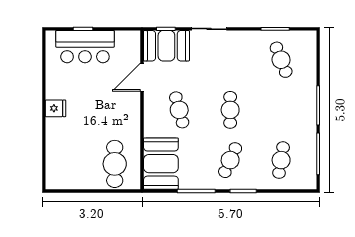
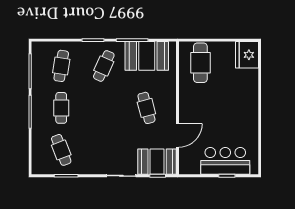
fridge: (56, 108) -> (247, 55), moved, width x1.88, depth x1.34
cafe table: (230, 110) -> (61, 108), moved
booth: (161, 164) -> (147, 56), moved, turned 90

